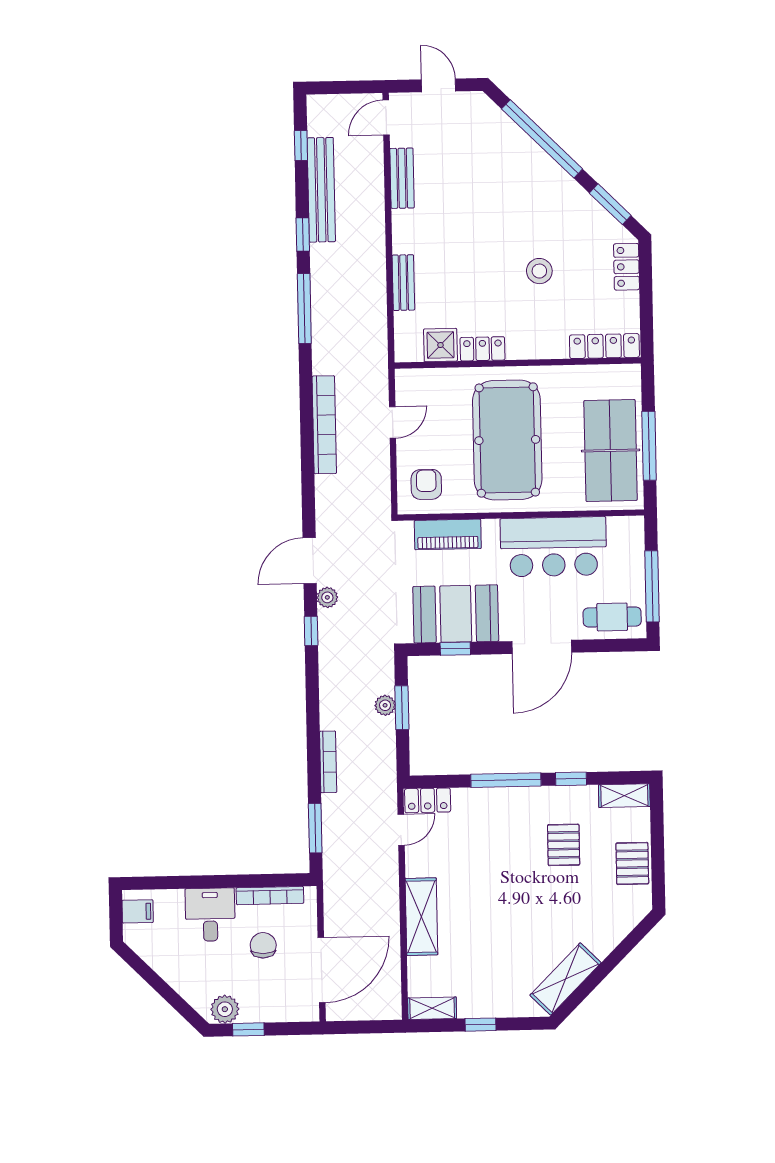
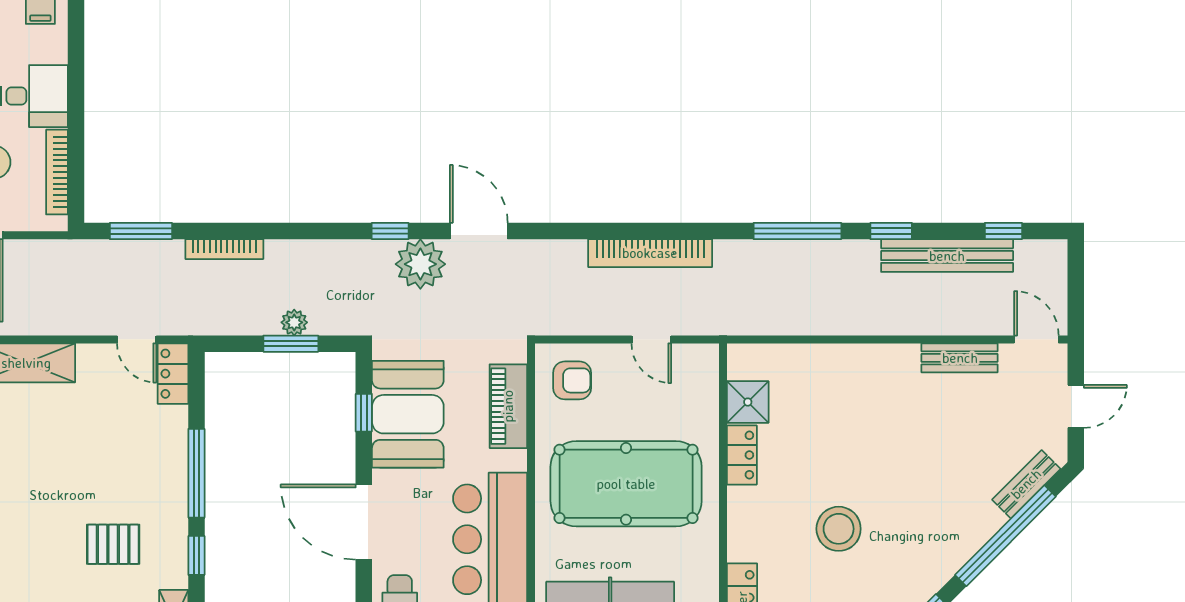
stool: (539, 271) -> (839, 529), width x1.38, depth x1.38
bench: (403, 283) -> (1026, 484), moved, turned -45
plant: (327, 597) -> (420, 264), width x1.87, depth x1.87

